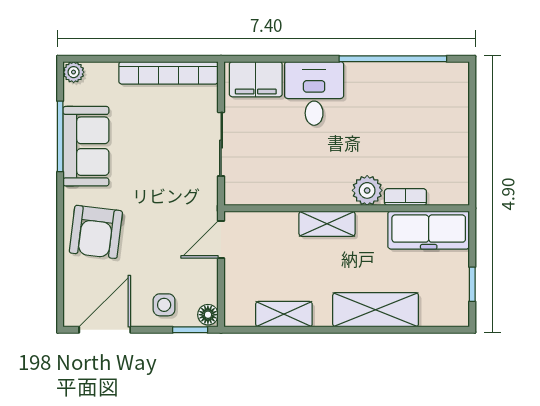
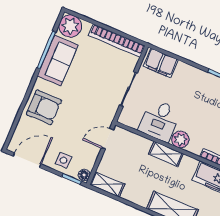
plant: (74, 72) -> (70, 26), width x1.88, depth x1.88
desk: (314, 93) -> (160, 120), moved, turned 180
plant: (367, 190) -> (180, 140), moved
armchair: (96, 232) -> (44, 107), turned -97
shelving: (284, 314) -> (107, 184), moved

